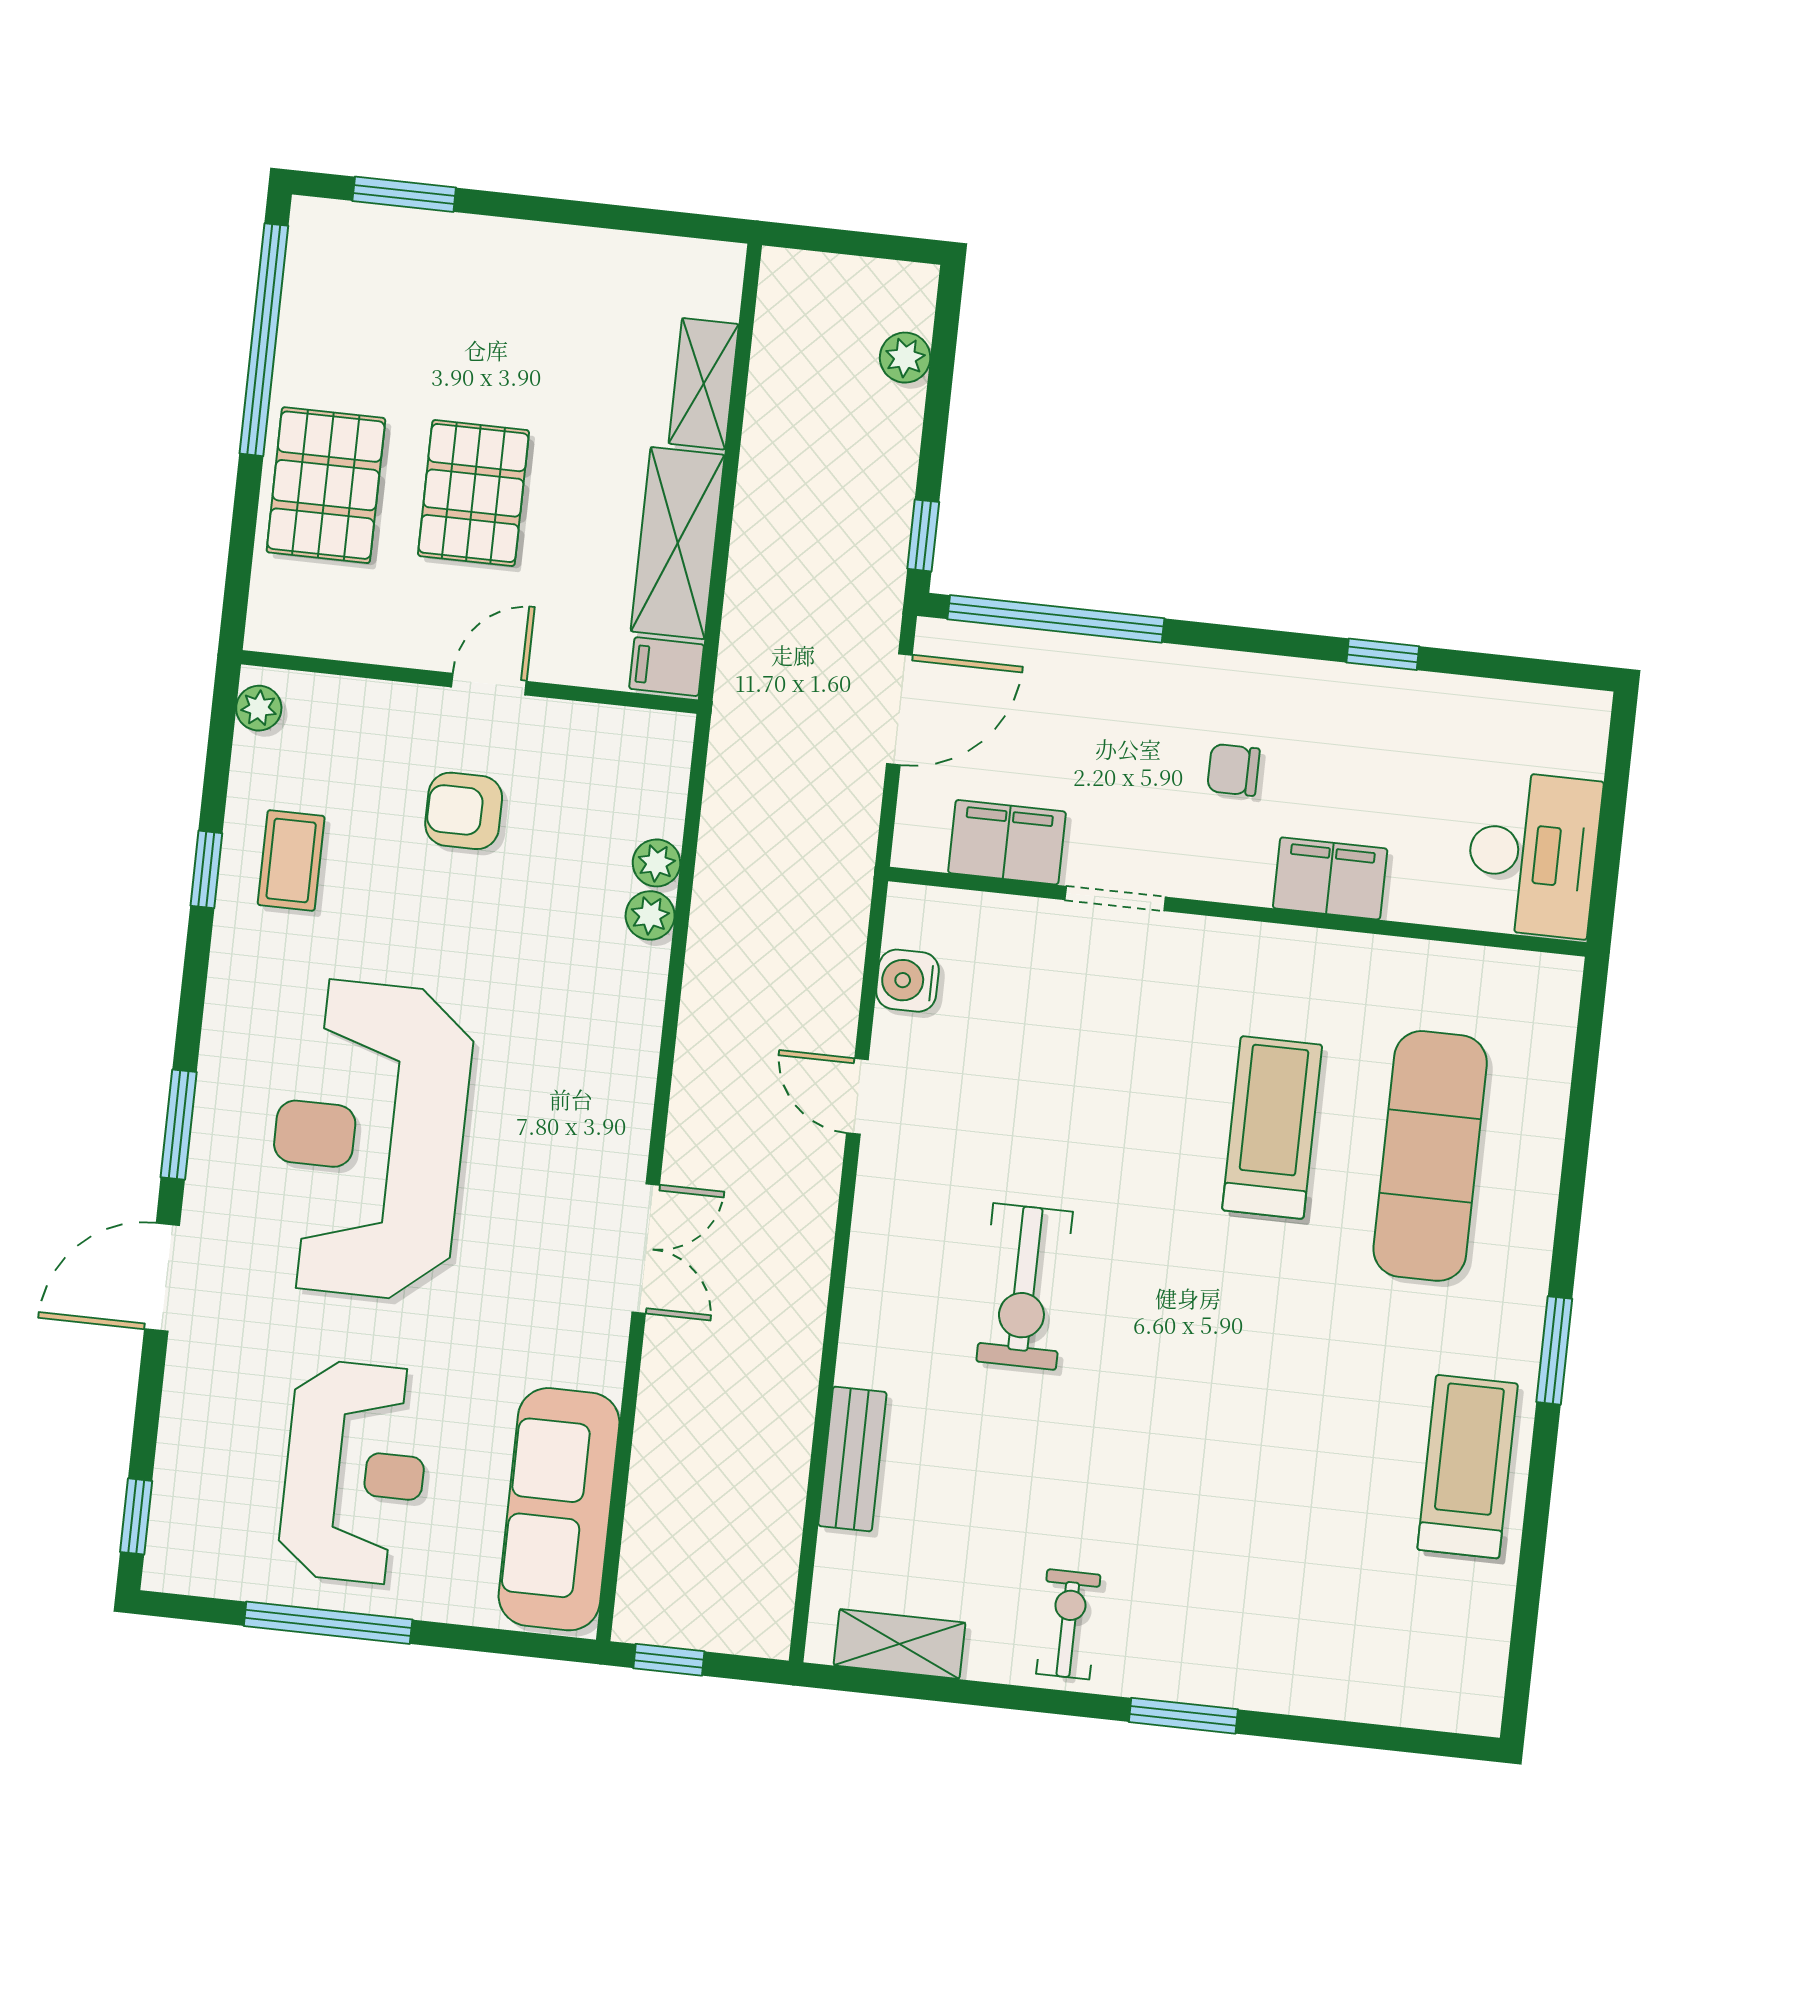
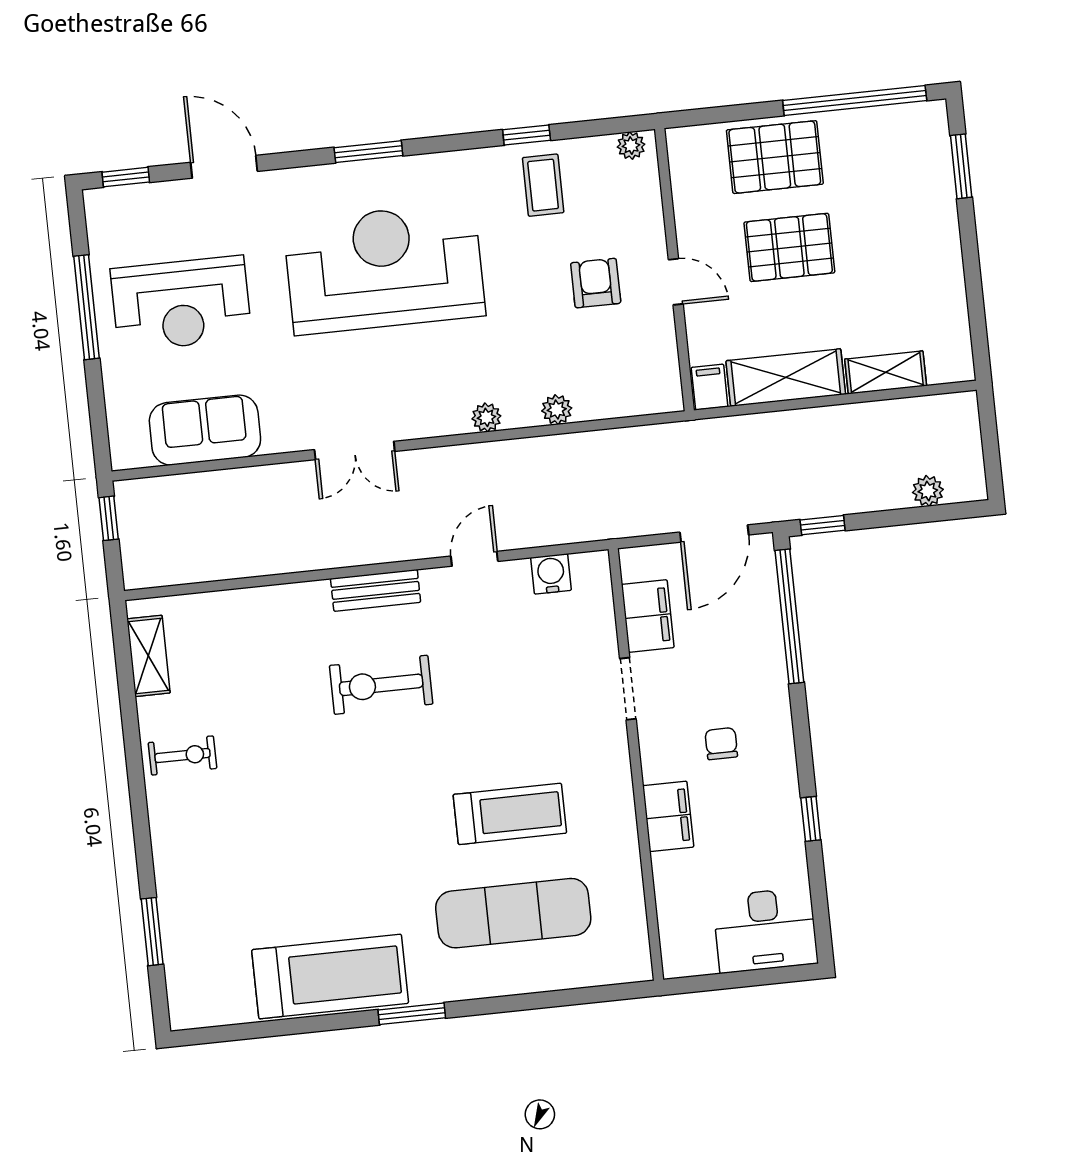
door: (899, 709) -> (714, 534), hinge flipped
desk: (1533, 854) -> (765, 930), moved
coffee table: (291, 860) -> (543, 185), turned 90
plant: (656, 863) -> (486, 417), moved
door: (162, 1277) -> (224, 167), moved
bench: (852, 1459) -> (376, 590), moved
treadmill: (1468, 1467) -> (330, 977), width x1.37, depth x1.38
sofa: (559, 1509) -> (205, 430), width x0.73
window: (1183, 1716) -> (152, 932), moved

